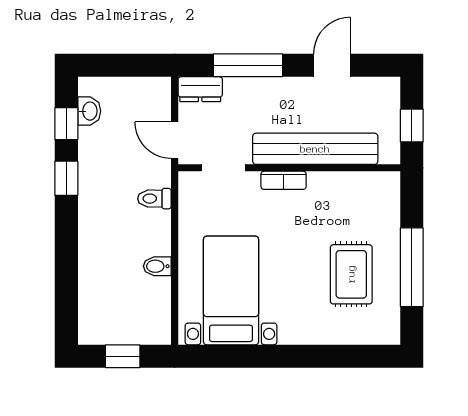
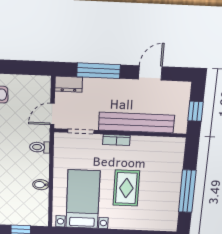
door: (175, 140) -> (52, 114), hinge flipped
rug: (351, 274) -> (126, 188), moved

